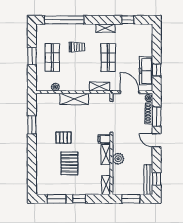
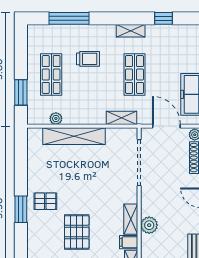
window: (64, 20) -> (69, 18), width x0.68
window: (32, 56) -> (21, 92), moved
shelving: (74, 99) -> (74, 136), width x1.47
window: (32, 125) -> (21, 209), moved
pallet: (63, 138) -> (45, 201), moved
filing cabinet: (104, 139) -> (129, 242), moved

